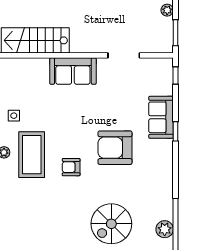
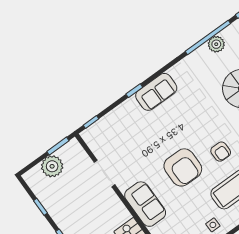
plant: (167, 10) -> (52, 166), width x1.88, depth x1.88
sofa: (161, 117) -> (156, 92), moved
armchair: (115, 148) -> (183, 167), moved

